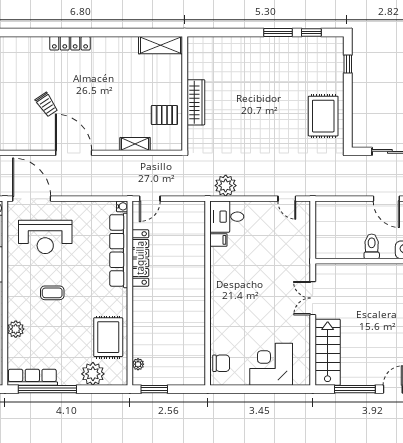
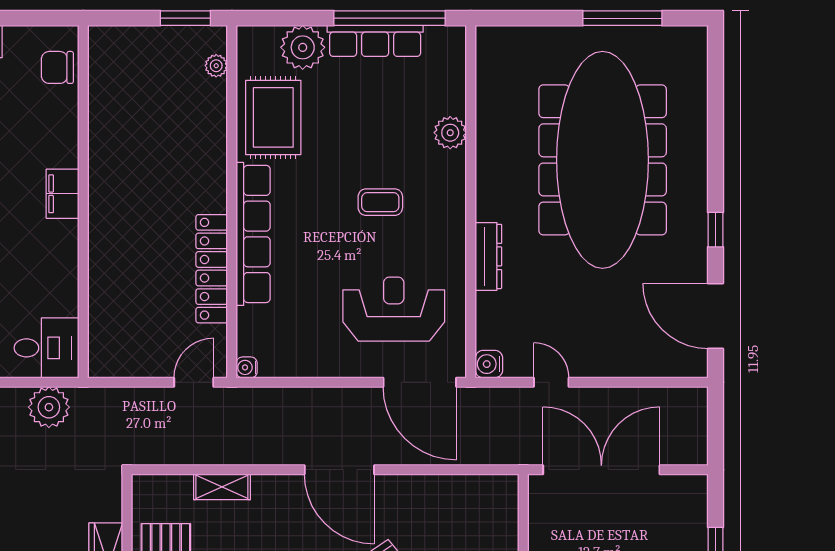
filing cabinet: (218, 240) -> (62, 194), moved, width x2.00
row of seats: (119, 250) -> (253, 234), moved
row of seats: (32, 377) -> (375, 41), moved

